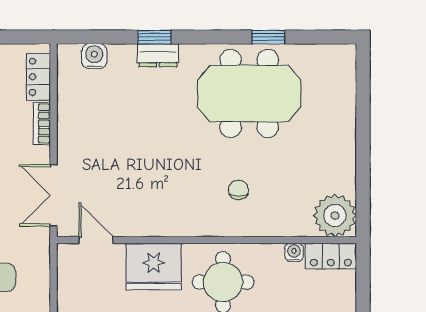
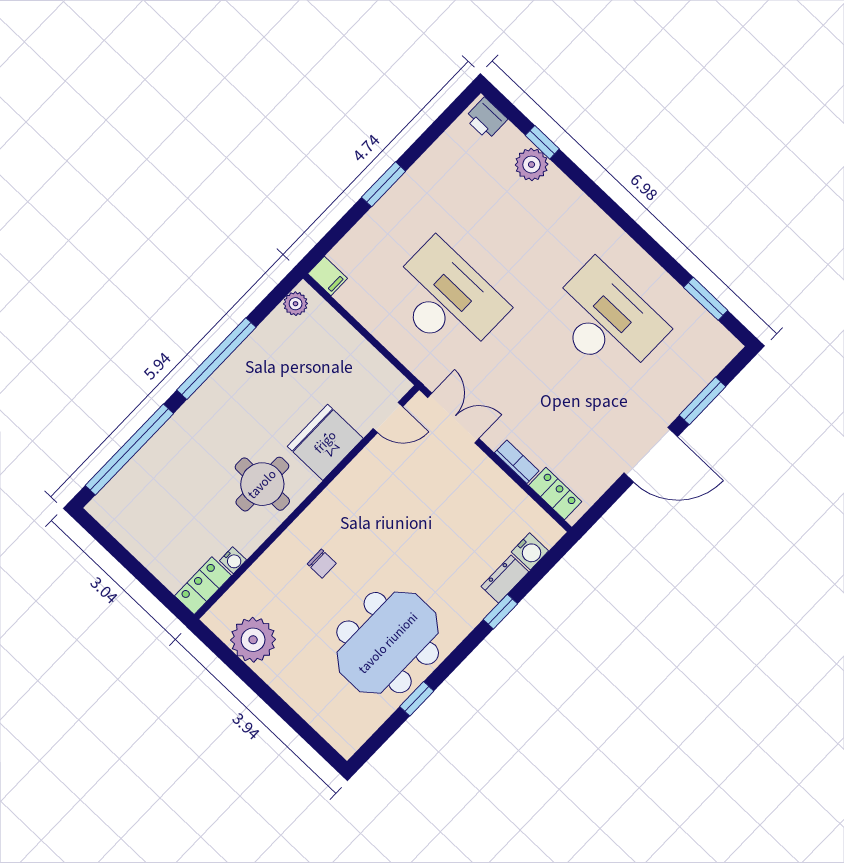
dresser: (158, 55) -> (505, 579), moved
plant: (335, 216) -> (253, 640), moved

